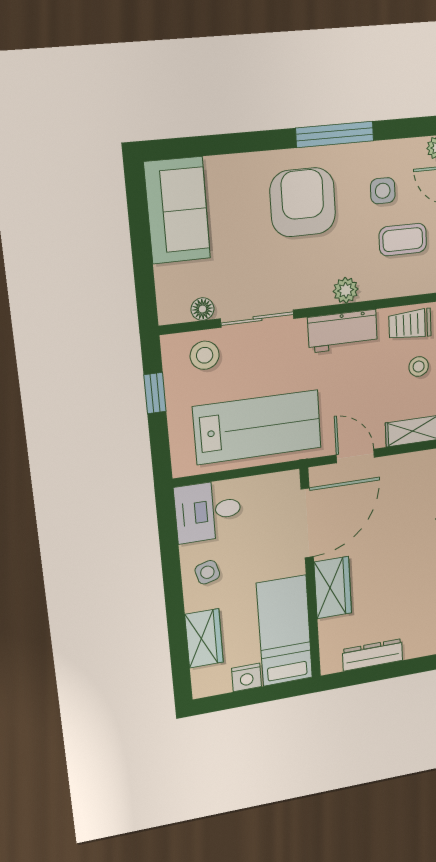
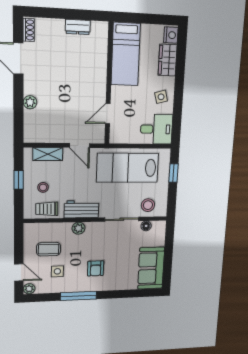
armchair: (303, 202) -> (96, 268), width x0.53, depth x0.53
trolley: (410, 324) -> (47, 209), turned 180
window: (155, 393) -> (173, 173), moved
door: (307, 523) -> (108, 114), width x0.53
wardrobe: (333, 588) -> (97, 74), removed
dresser: (373, 655) -> (78, 27), width x0.70
nightstand: (247, 677) -> (171, 35), moved, turned 90

